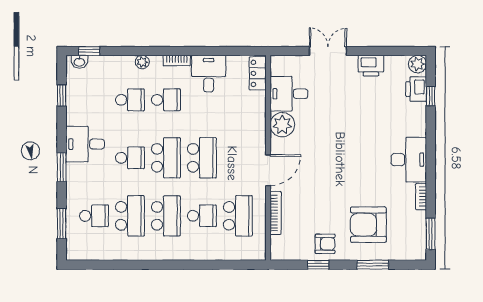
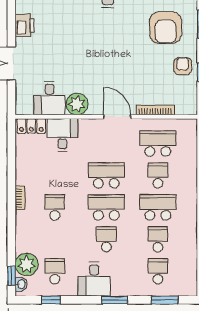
plant: (142, 62) -> (27, 264), moved, width x1.87, depth x1.87
desk: (209, 74) -> (62, 135), moved, turned 90
school desk: (130, 100) -> (55, 271), moved
school desk: (130, 216) -> (158, 239), width x0.54

